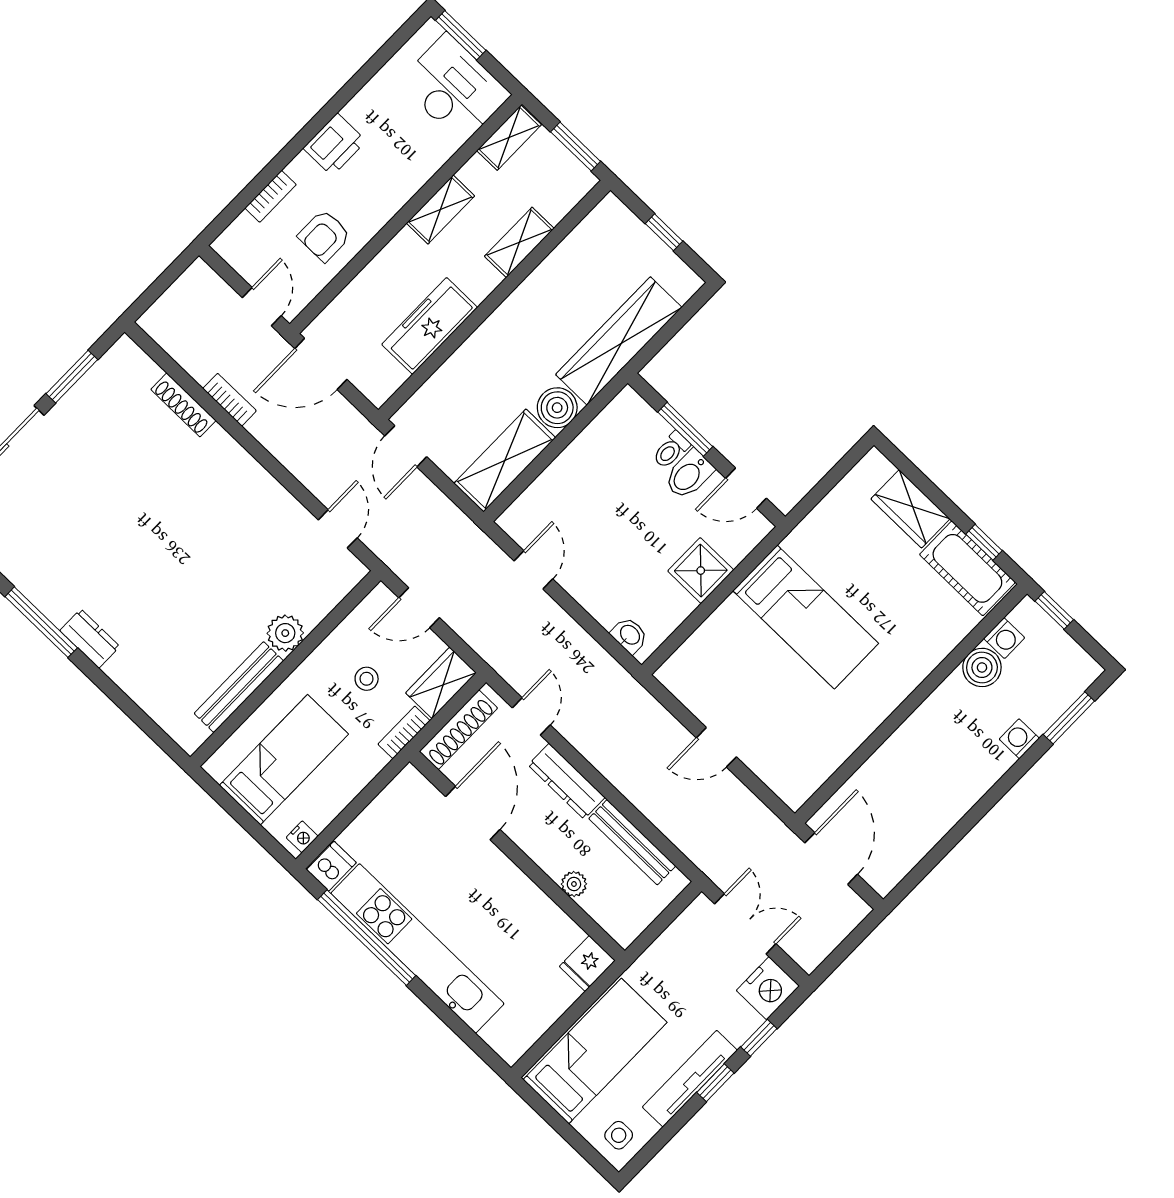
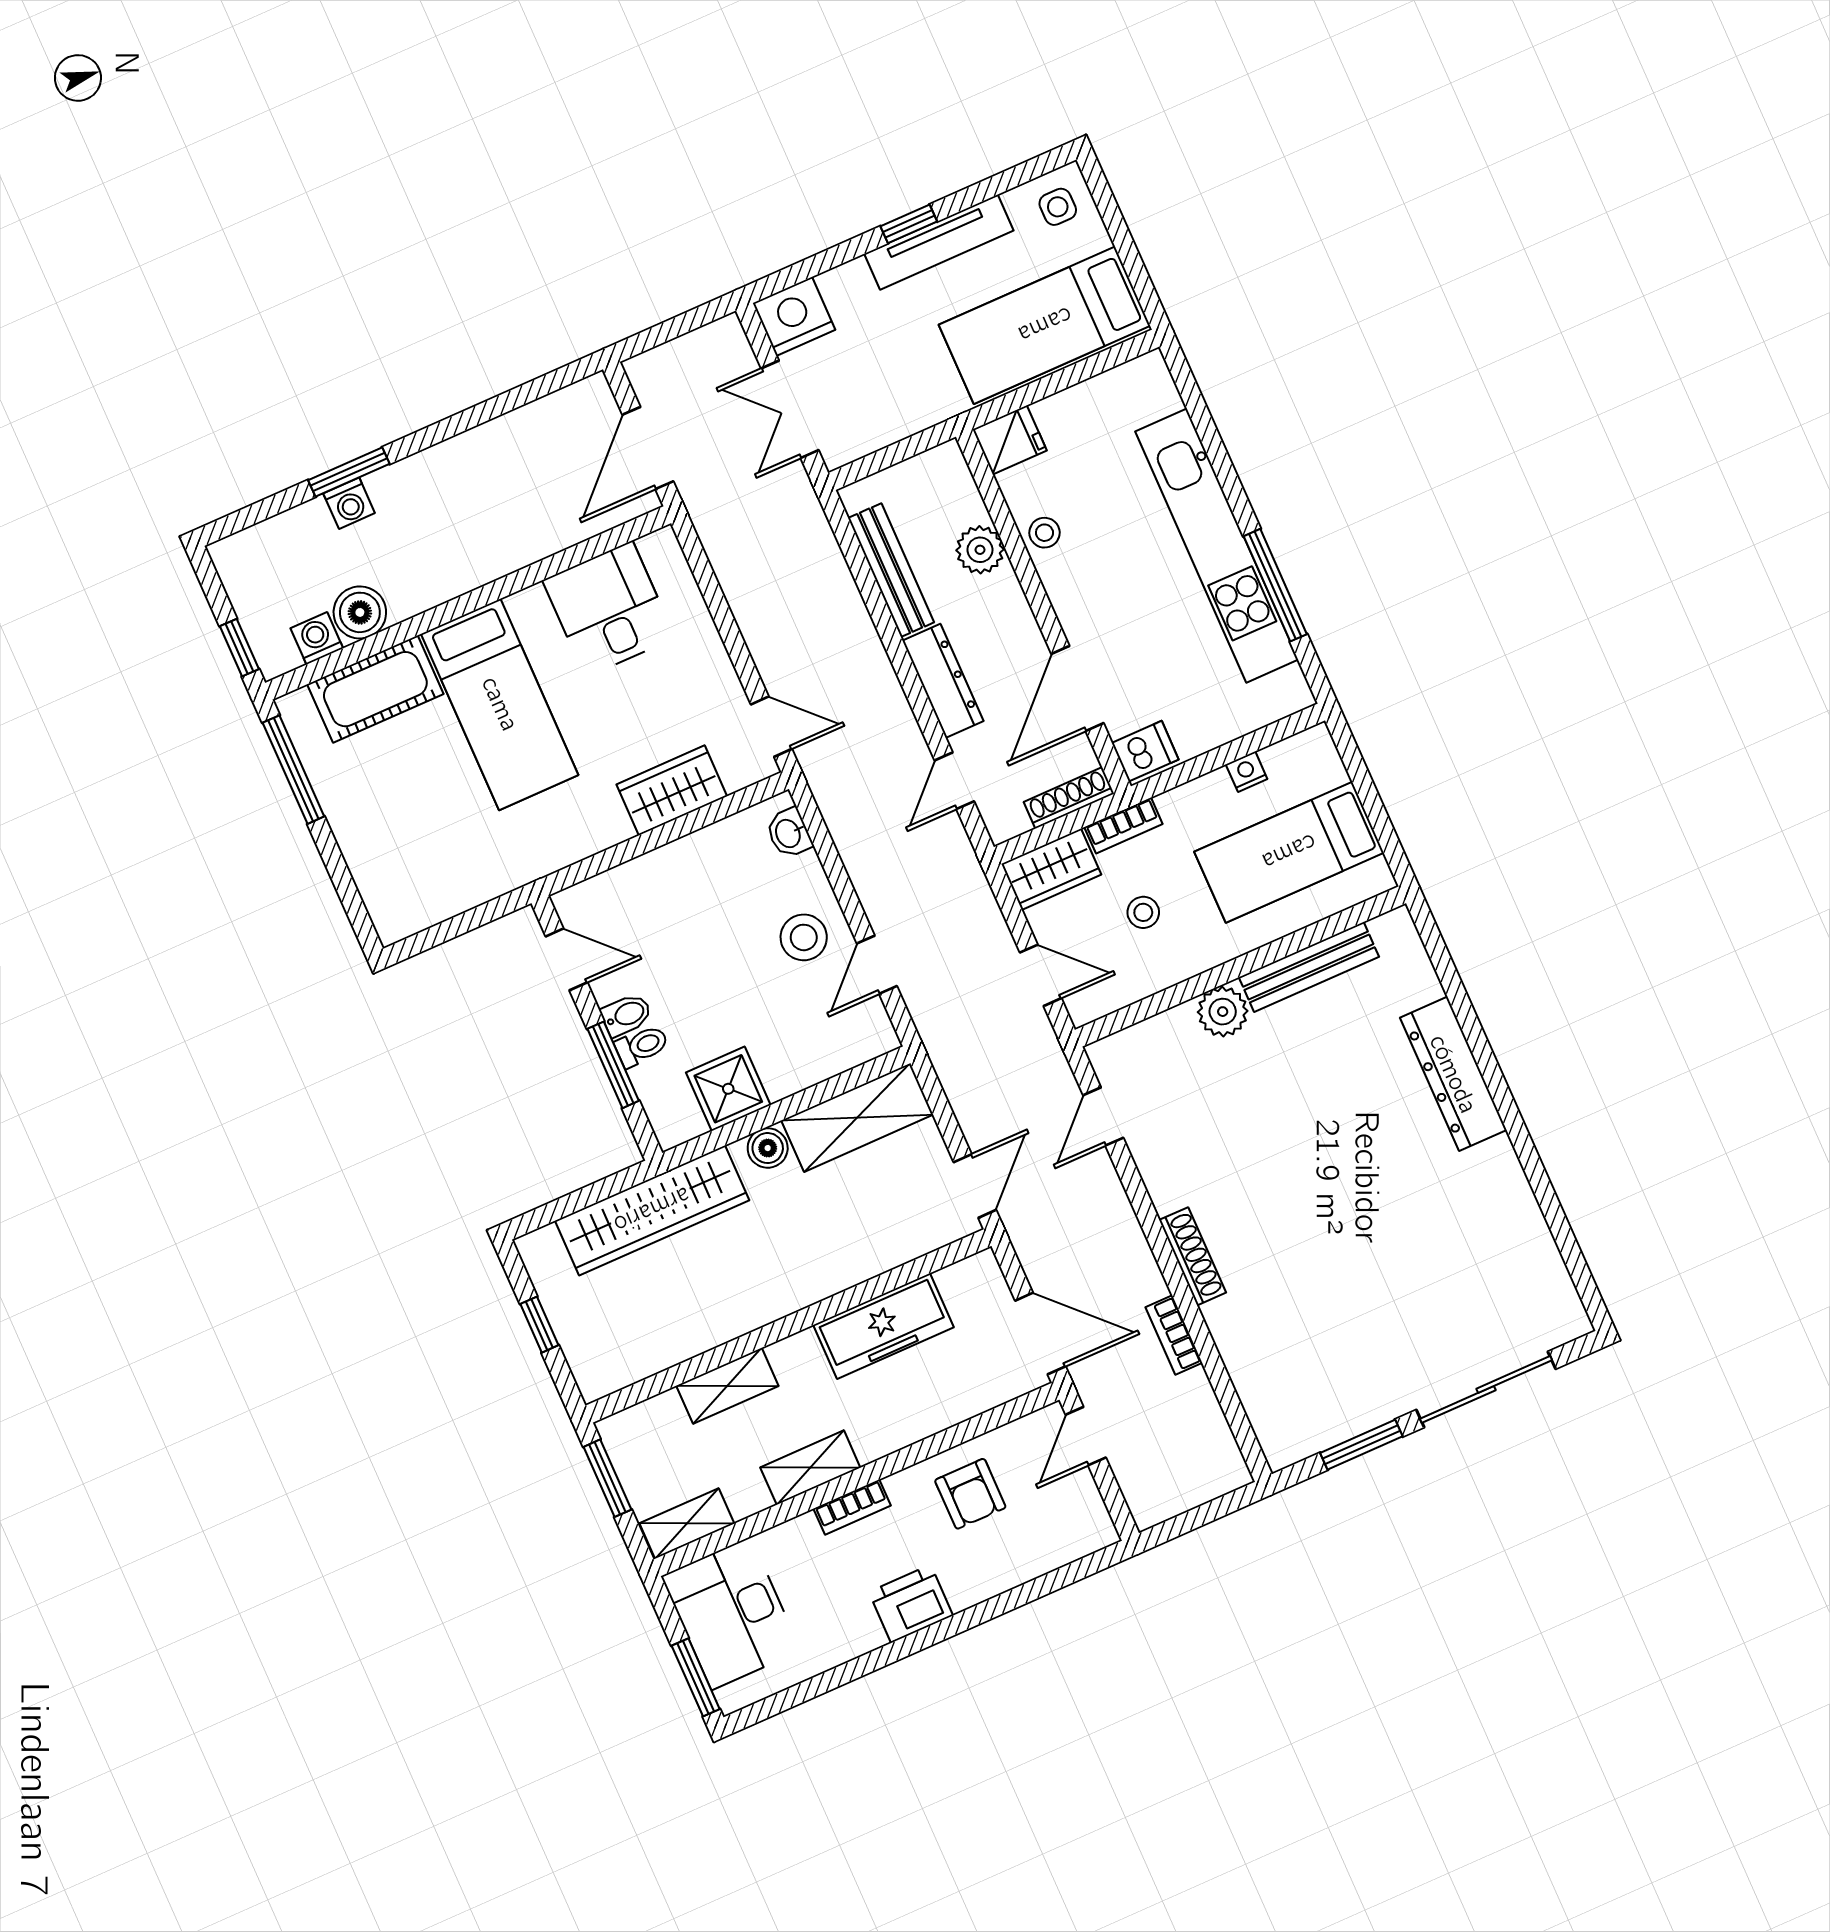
bookcase: (271, 196) -> (852, 1507), moved, turned 180
armchair: (324, 236) -> (970, 1494), turned 90
shoe rack: (183, 405) -> (1193, 1256), moved
boiler: (557, 408) -> (768, 1148), width x0.73, depth x0.73
bidet: (689, 475) -> (626, 1015), width x0.72, depth x0.74
wardrobe: (910, 509) -> (672, 790), moved, turned -90
window: (984, 542) -> (293, 770), width x2.17
stool: (591, 568) -> (804, 937), added
cot: (967, 568) -> (375, 689), moved, turned 90
shower: (701, 571) -> (728, 1089), moved
bed: (806, 617) -> (500, 704), moved, turned 180
window: (41, 622) -> (1526, 1150), removed
dresser: (90, 639) -> (1453, 1074), width x1.96, depth x1.24
window: (1069, 718) -> (349, 472), moved
shoe rack: (458, 730) -> (1069, 798), width x0.74, depth x0.81
desk: (814, 738) -> (609, 609), added
door: (716, 747) -> (771, 727), moved
nightstand: (302, 837) -> (1247, 772), moved
dishwasher: (331, 866) -> (1145, 751), moved, turned 180
plant: (574, 884) -> (980, 550), width x1.38, depth x1.38
stool: (538, 910) -> (1045, 533), added
window: (367, 938) -> (1275, 585), width x0.68
window: (759, 1038) -> (831, 258), removed

